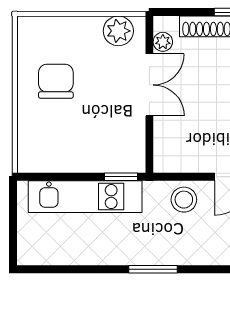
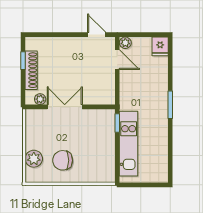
plant: (118, 31) -> (34, 159), moved
stool: (184, 200) -> (130, 87), removed

